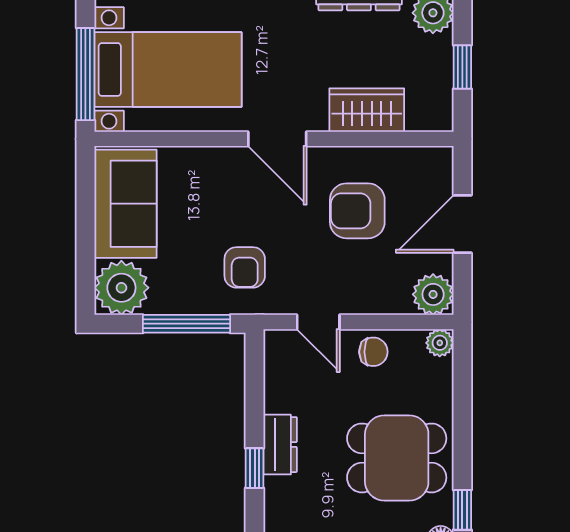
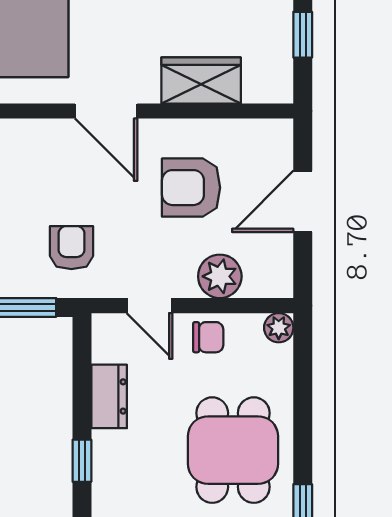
armchair: (245, 267) -> (71, 248), turned 180
plant: (433, 294) -> (220, 276), moved
dresser: (280, 445) -> (109, 396), moved
dining table: (397, 458) -> (233, 450), turned 90

